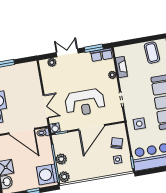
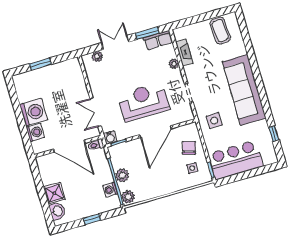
reception desk: (85, 103) -> (144, 102), turned 180
double door: (46, 107) -> (96, 112), swing flipped
washing machine: (47, 174) -> (110, 190), width x0.53, depth x0.53

